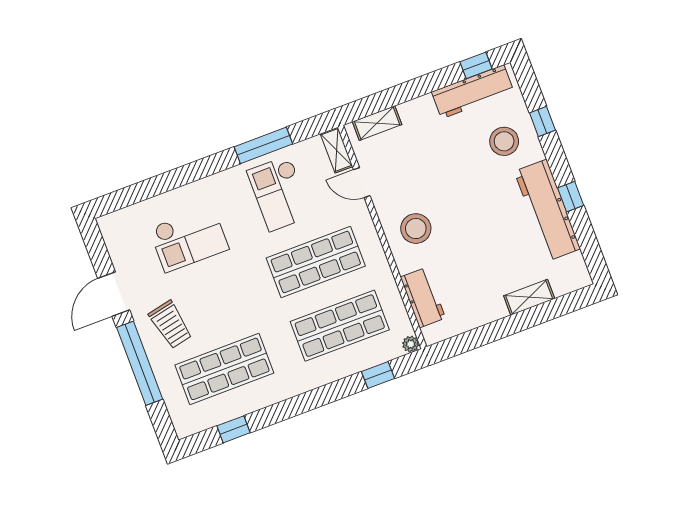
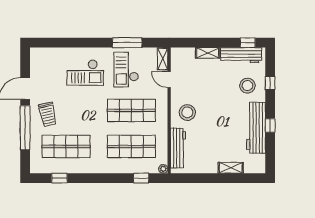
shelving: (377, 123) -> (208, 53), moved
checkout: (189, 239) -> (85, 73), moved
workbench: (423, 297) -> (178, 148), width x1.38

